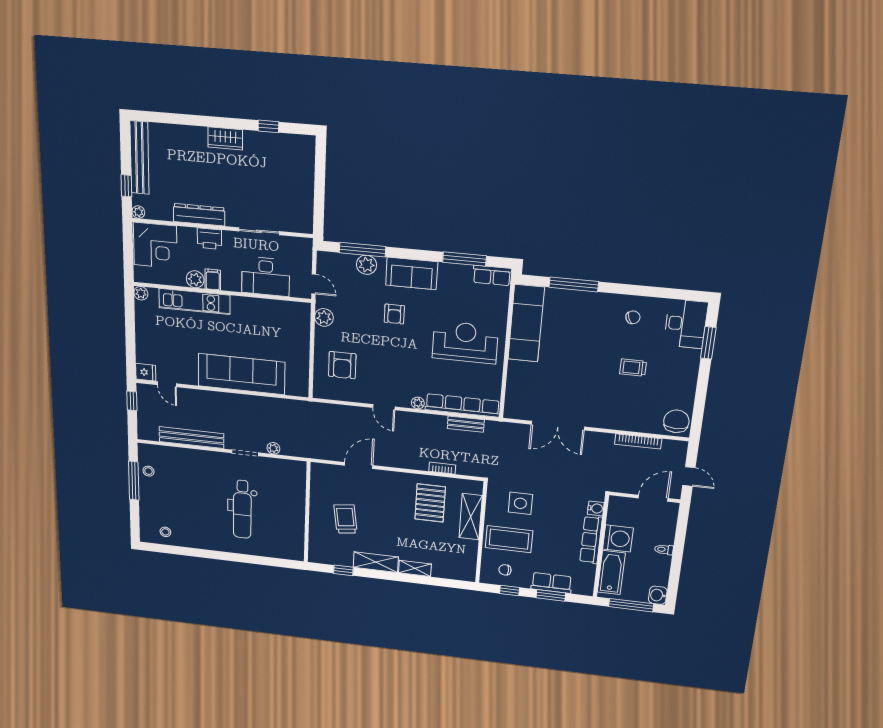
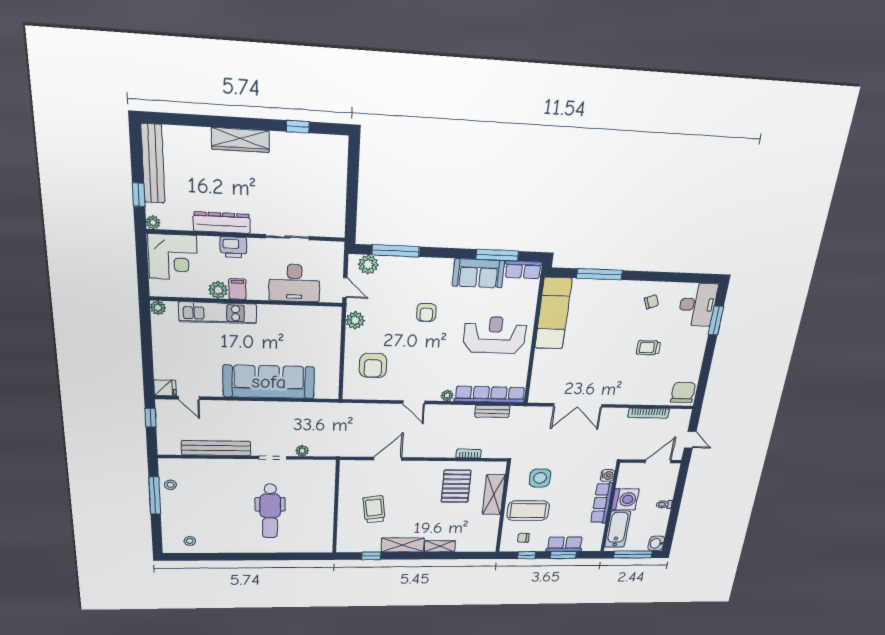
wardrobe: (225, 138) -> (240, 140), width x1.50
plant: (366, 265) -> (368, 265), moved
sofa: (412, 273) -> (479, 273), moved

